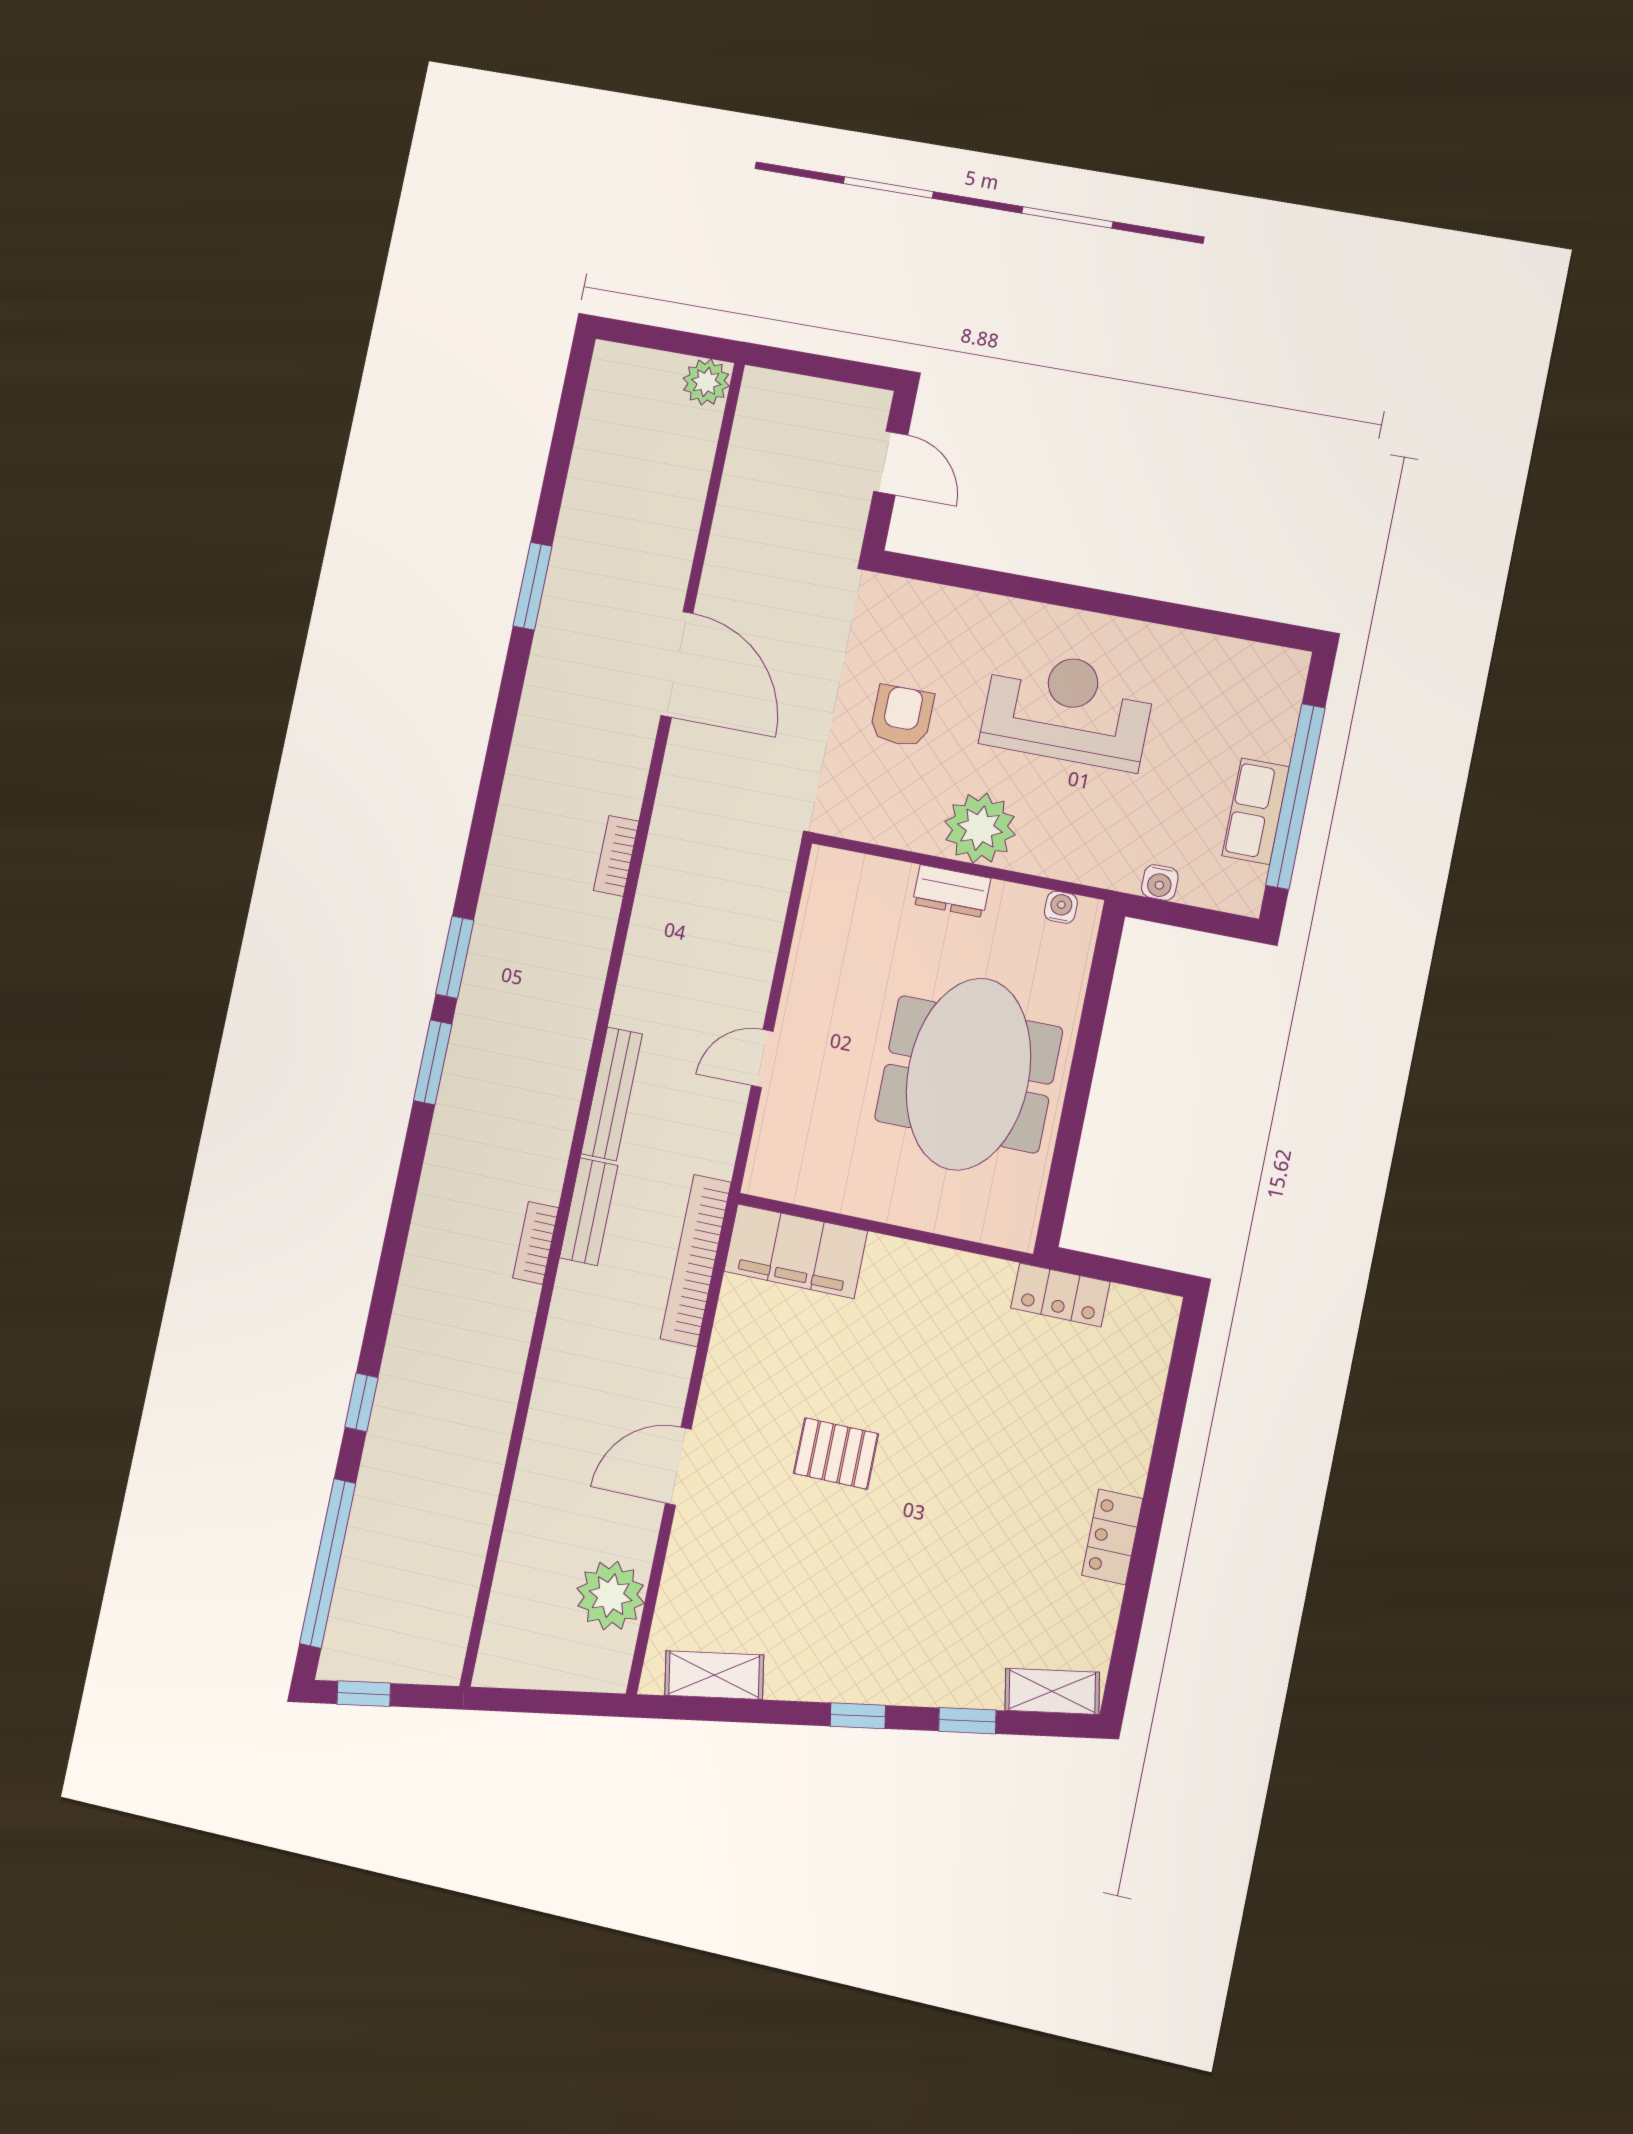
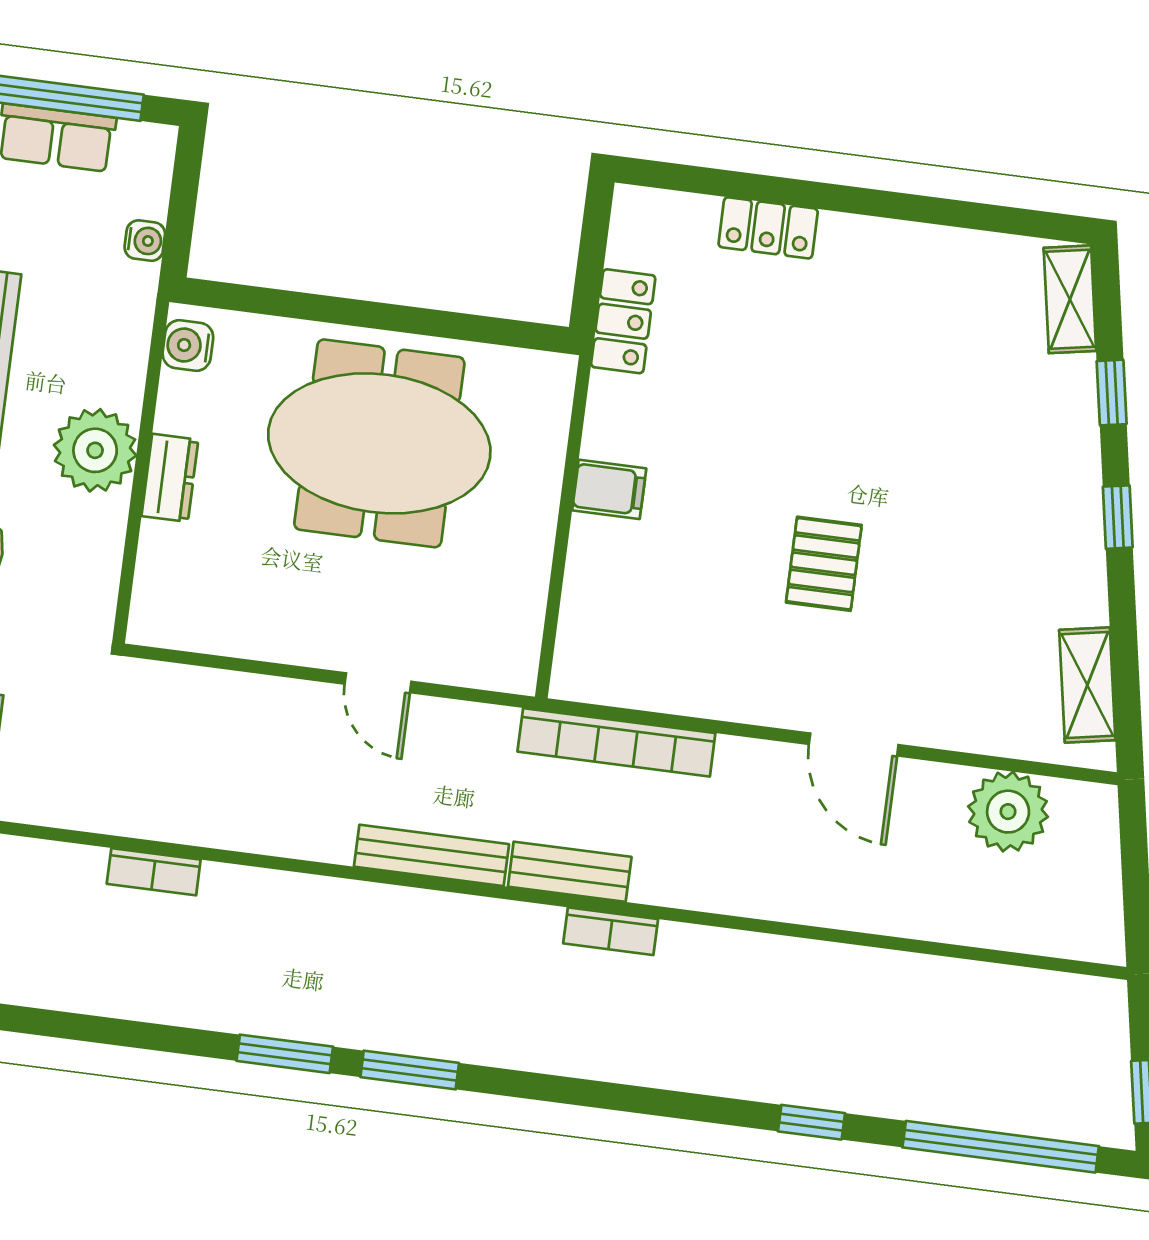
water cooler: (1061, 907) -> (188, 345), width x1.38, depth x1.38
filing cabinet: (796, 1251) -> (609, 489), moved, width x0.33, depth x0.86
locker: (1112, 1537) -> (768, 228), moved

